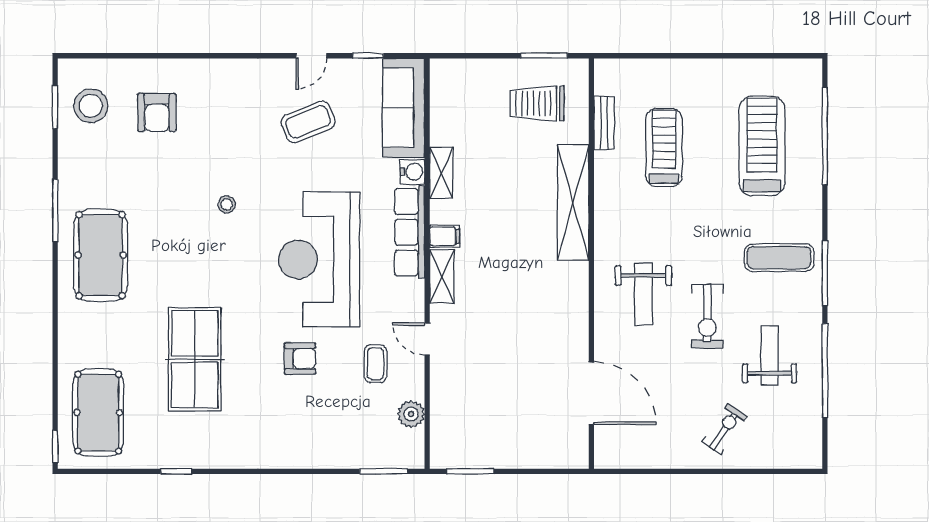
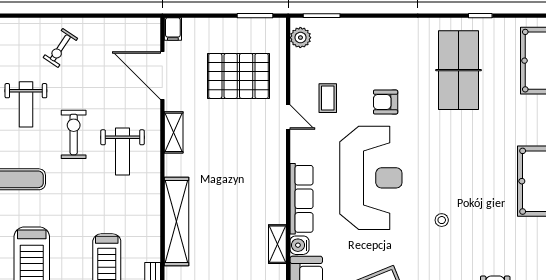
filing cabinet: (445, 236) -> (173, 29), moved, turned -90
shelving: (442, 277) -> (174, 132), moved
weight bench: (643, 294) -> (123, 151), turned 180
table tennis table: (195, 359) -> (459, 70), moved
pallet: (492, 393) -> (238, 76), added
plant: (411, 414) -> (300, 38), moved

